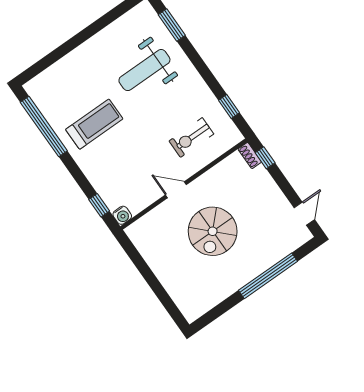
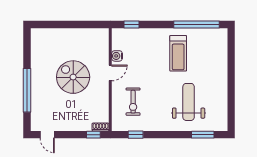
exercise bike: (191, 138) -> (133, 102), turned 180
water cooler: (122, 215) -> (117, 56), moved

